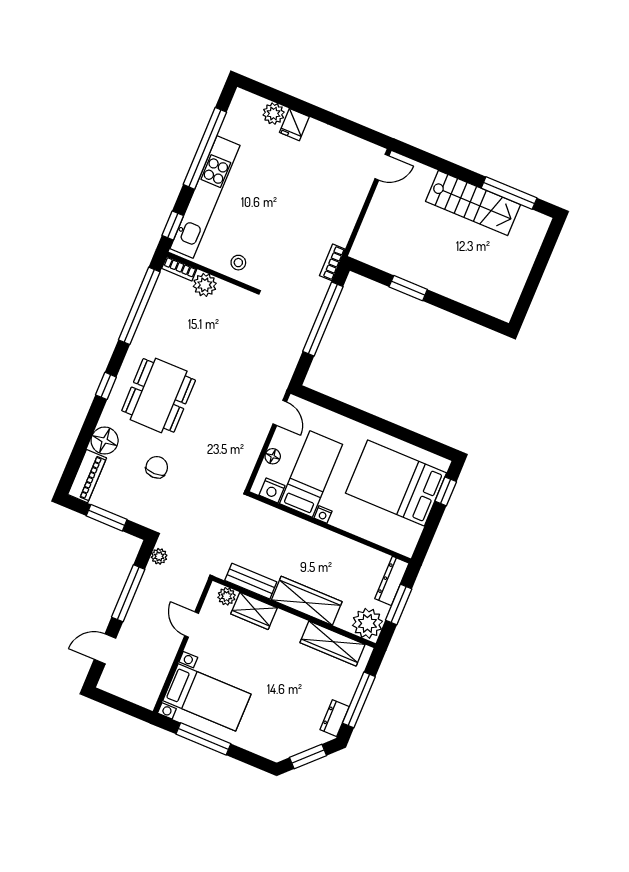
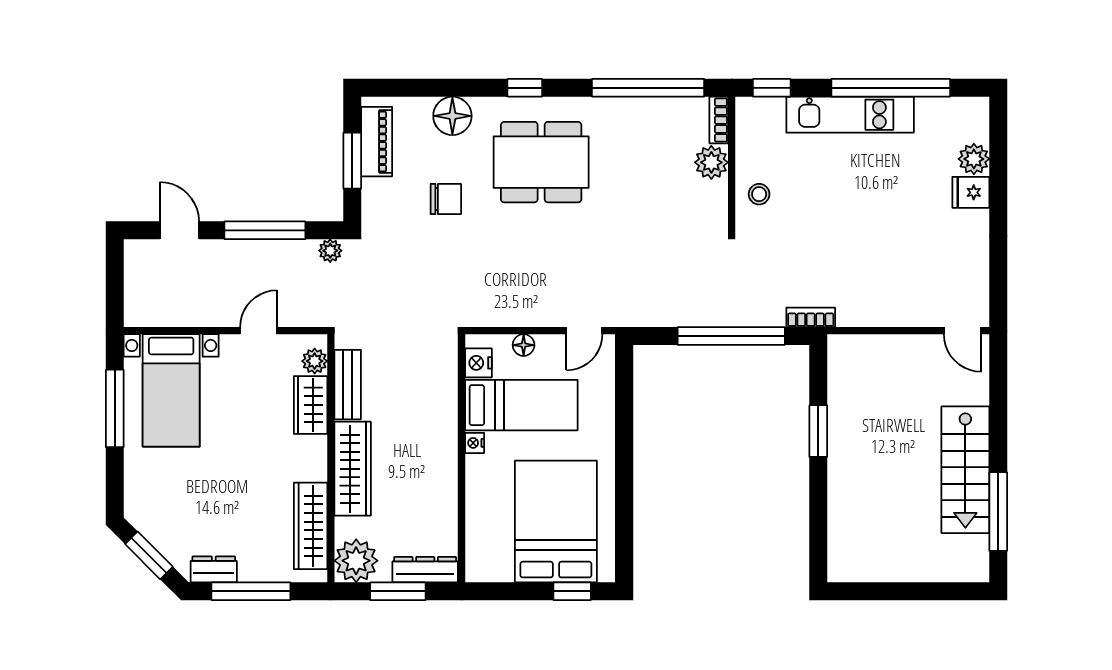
kitchen unit: (205, 197) -> (850, 115), width x0.73
piano: (87, 476) -> (377, 142), moved, turned -90

